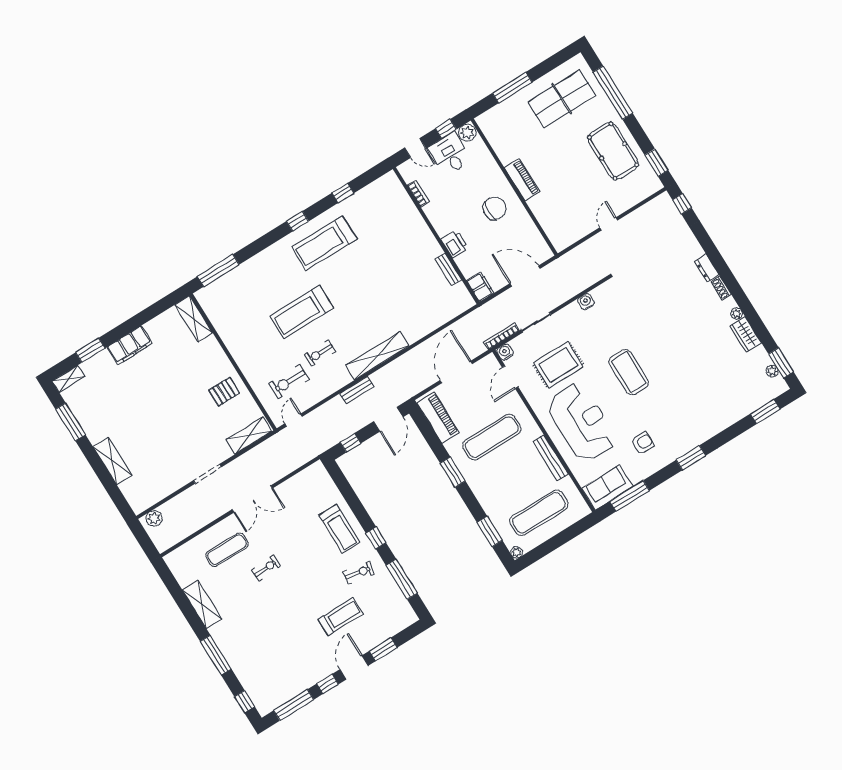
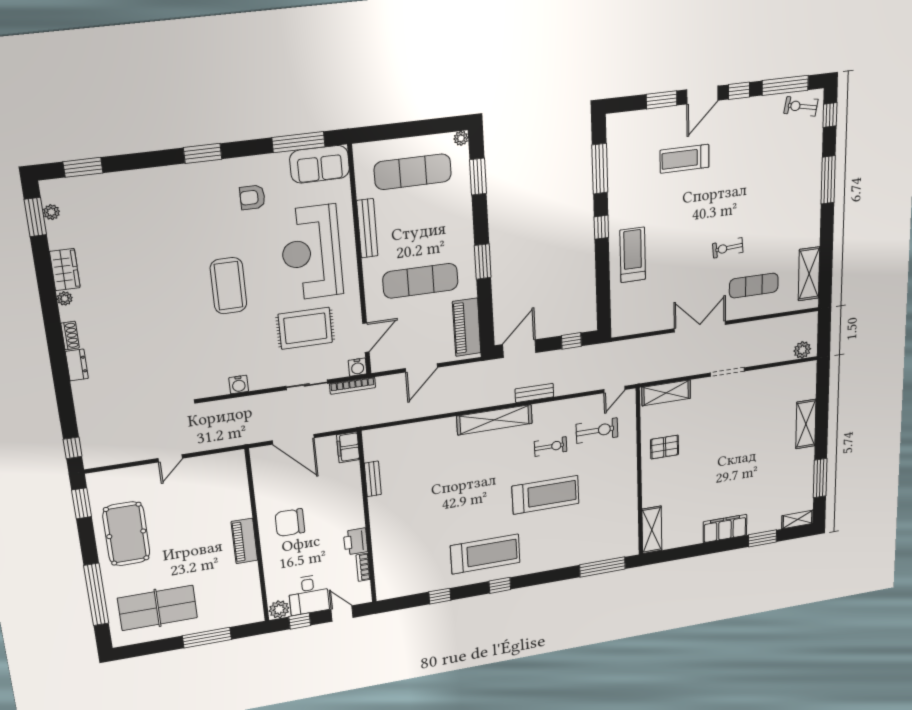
printer: (455, 244) -> (356, 541), moved
door: (456, 372) -> (421, 368), width x0.73
exercise bike: (359, 573) -> (801, 106), moved
shelving: (202, 604) -> (809, 274), moved

